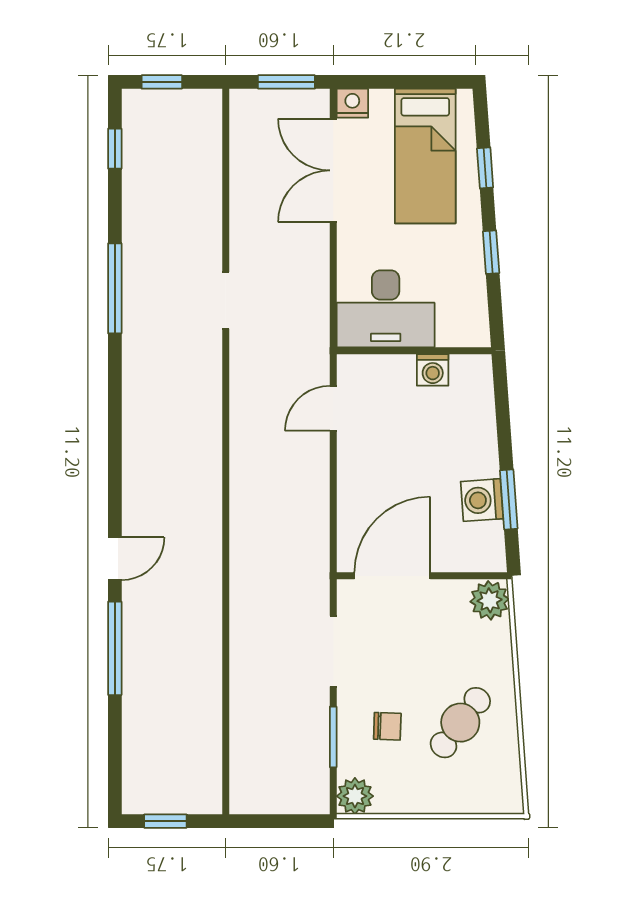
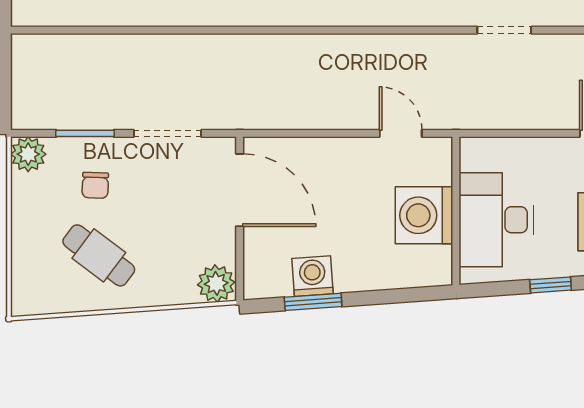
desk: (386, 309) -> (496, 220), moved
washing machine: (433, 370) -> (424, 215), width x1.89, depth x1.89

